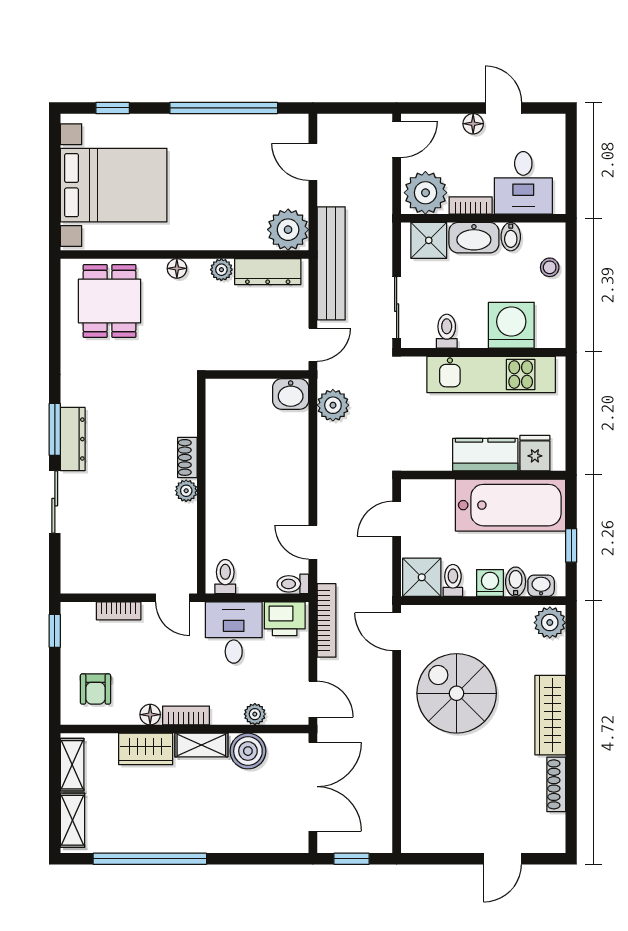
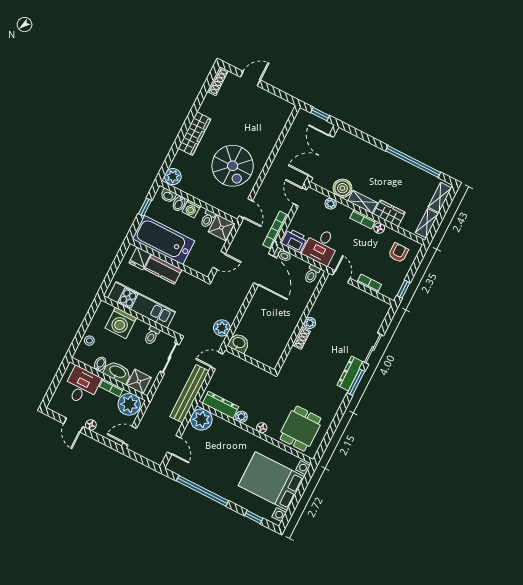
door: (313, 542) -> (263, 269), width x1.87
shoe rack: (556, 784) -> (218, 81), moved

